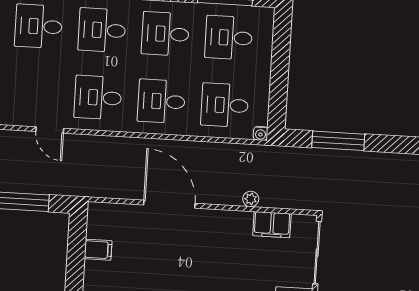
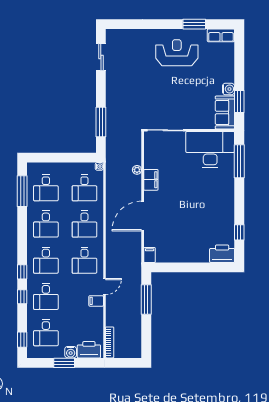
filing cabinet: (25, 114) -> (96, 301), added
filing cabinet: (272, 225) -> (151, 180), moved
filing cabinet: (98, 250) -> (150, 255), moved

